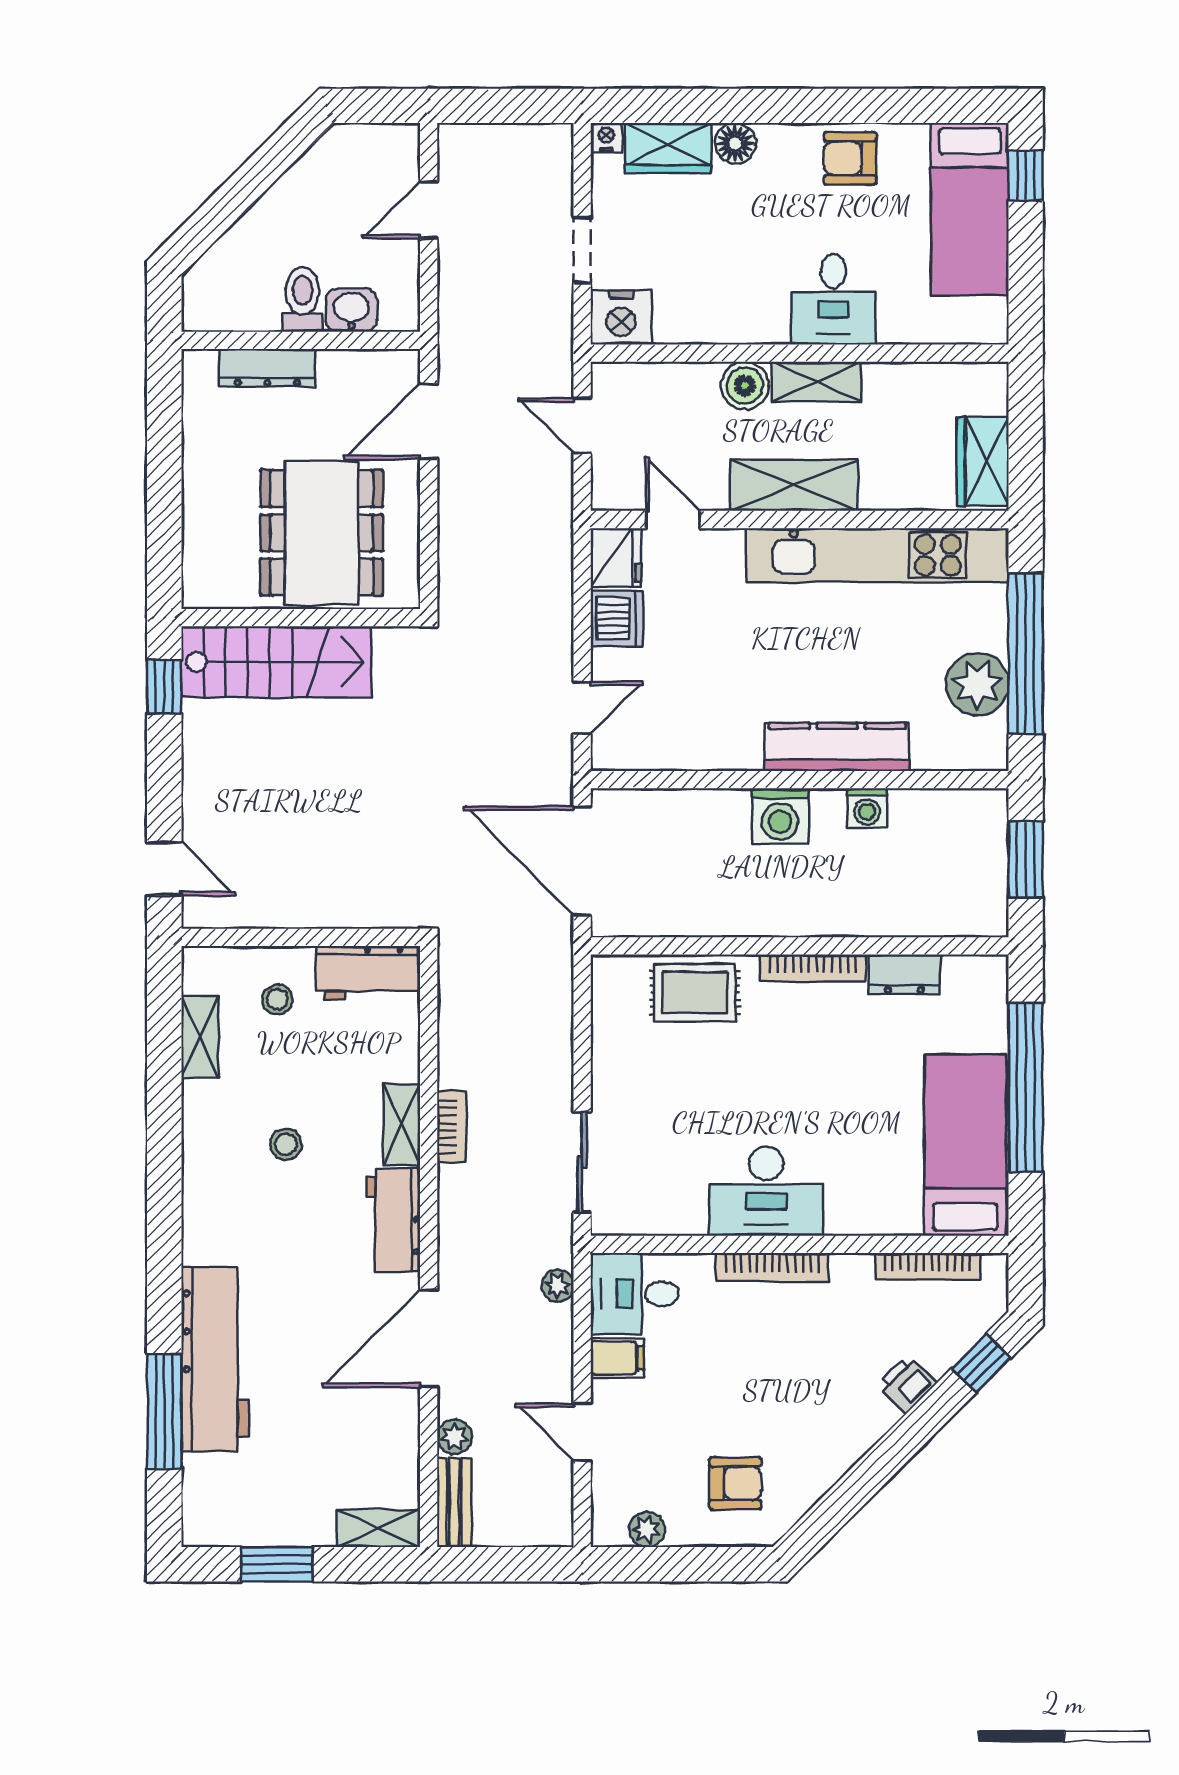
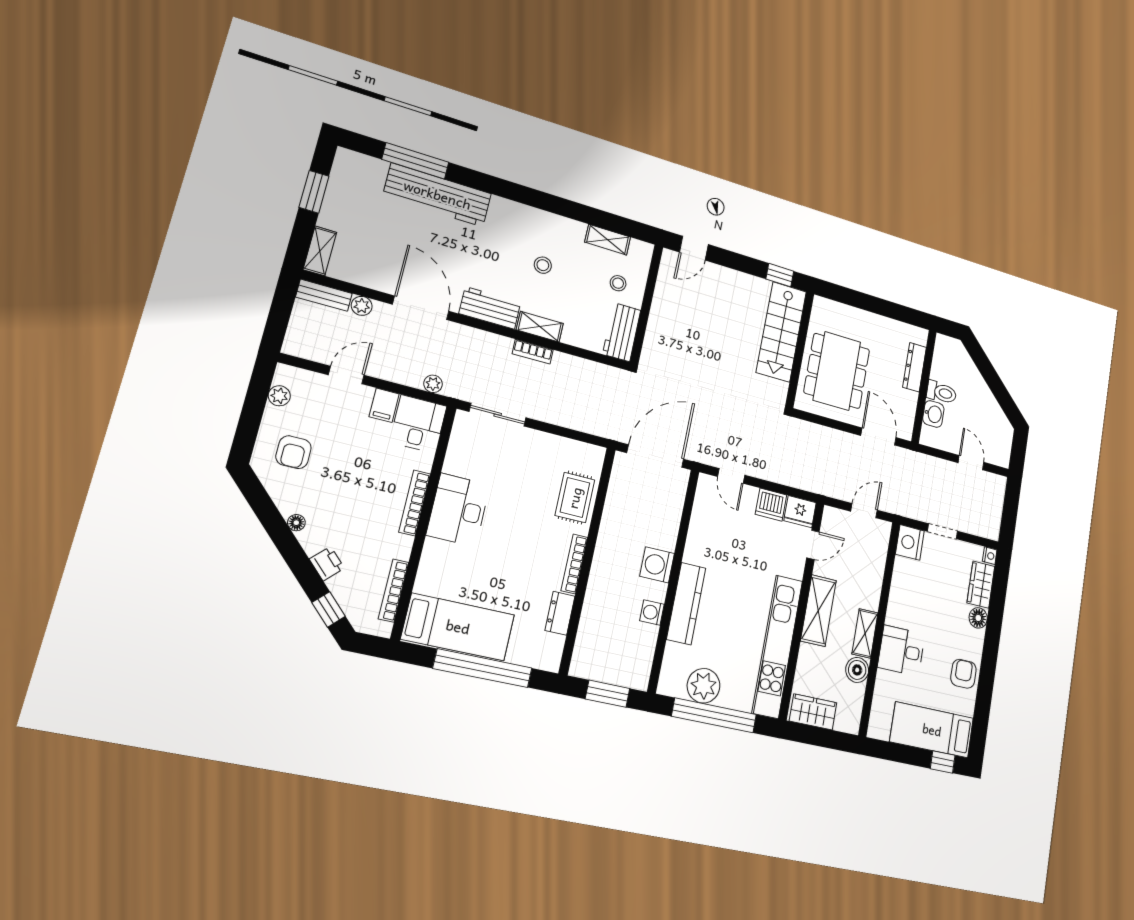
boiler: (745, 386) -> (857, 670), moved
dining table: (322, 533) -> (837, 371), turned 90
floor lamp: (851, 1449) -> (296, 523), added

